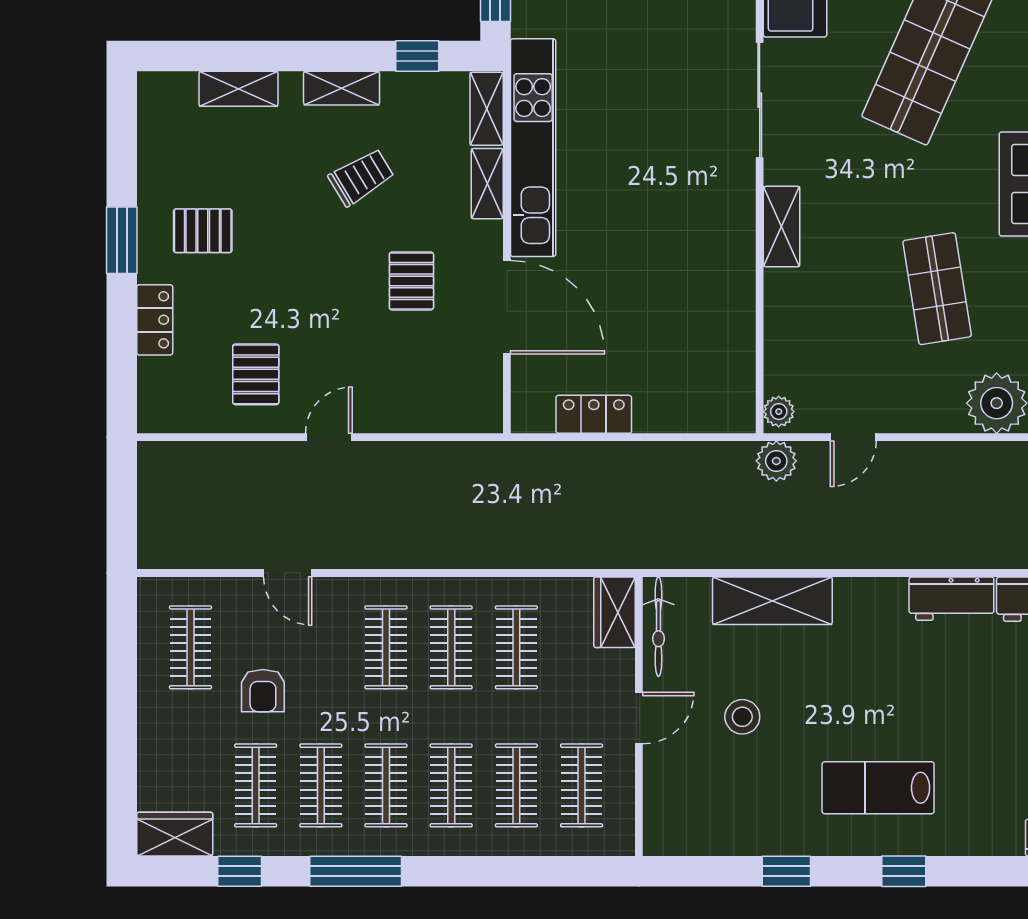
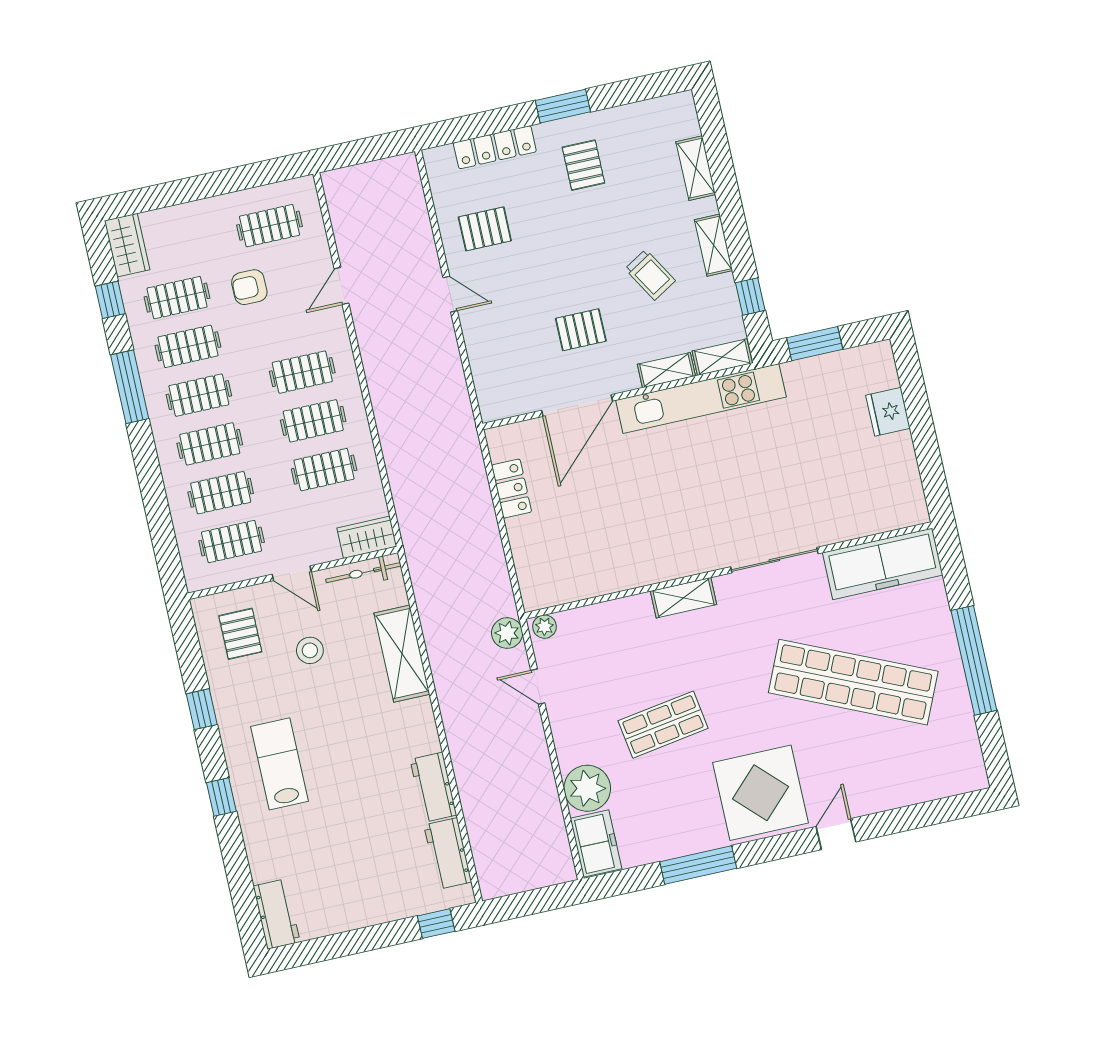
locker: (155, 320) -> (495, 147), width x1.53
pallet: (701, 801) -> (240, 634), added

